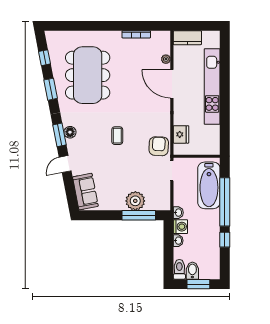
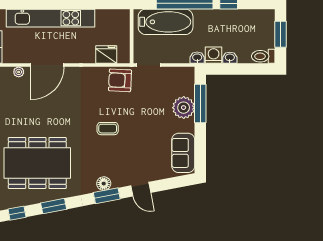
sofa: (85, 192) -> (183, 153), moved, turned -79
bidet: (192, 271) -> (265, 41), removed

